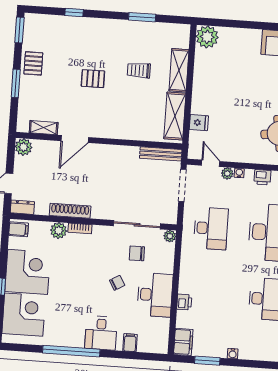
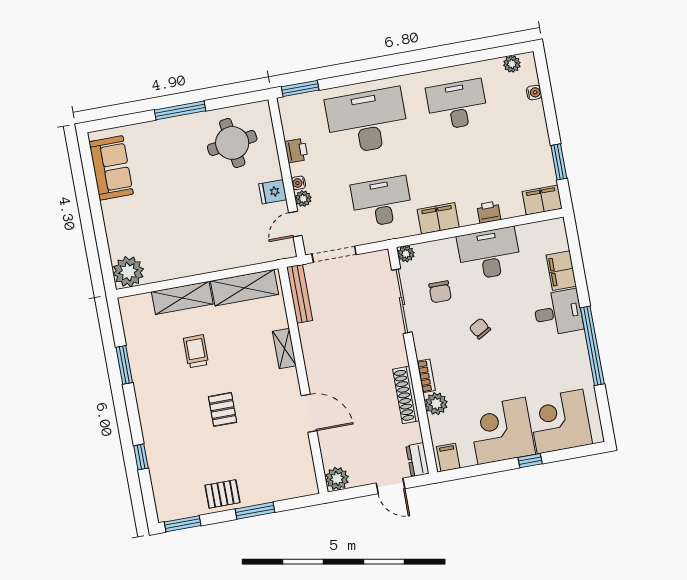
trolley: (139, 70) -> (196, 351), turned 180
fridge: (199, 123) -> (273, 192), moved, turned -90
shelving: (44, 128) -> (284, 348), moved
filing cabinet: (189, 265) -> (438, 218), added
chair: (117, 283) -> (480, 329), moved
filing cabinet: (130, 343) -> (561, 271), width x2.00
water cooler: (233, 354) -> (534, 93), moved

